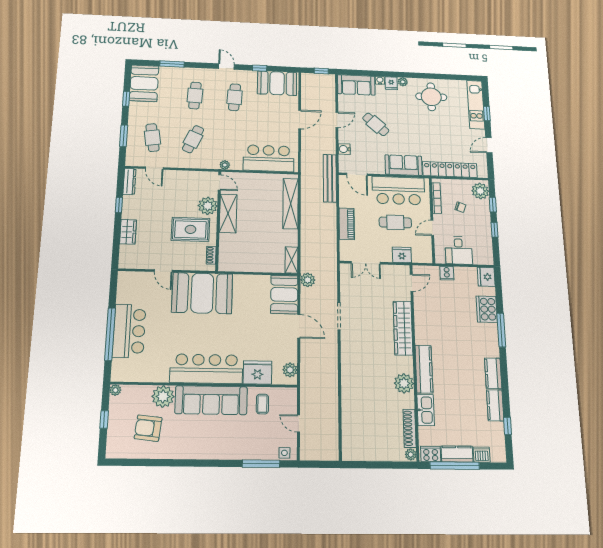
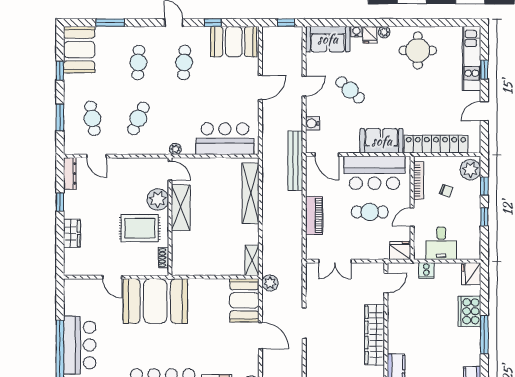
fridge: (402, 255) -> (400, 251), moved

